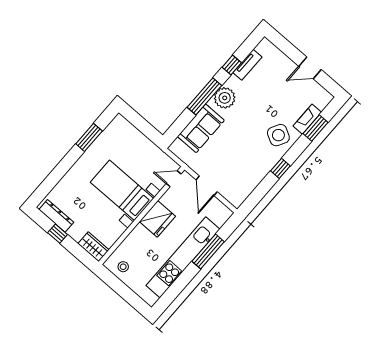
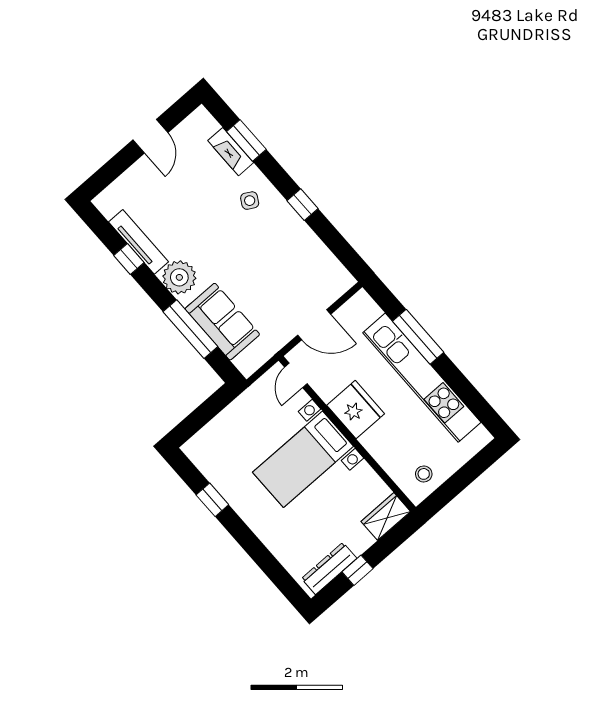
tv unit: (247, 65) -> (139, 242), width x1.41
window: (204, 96) -> (190, 329), moved
side table: (278, 135) -> (250, 201), width x0.54, depth x0.54
window: (89, 137) -> (212, 500), width x0.67

